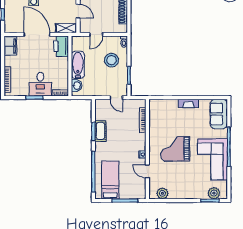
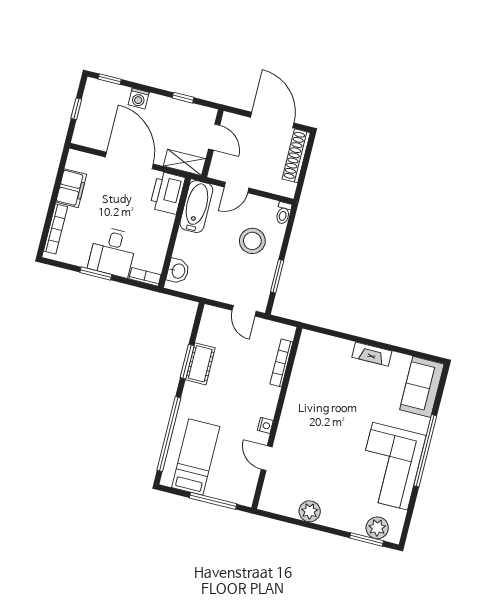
filing cabinet: (10, 46) -> (71, 188), moved
bathtub: (78, 65) -> (196, 207), moved
grand piano: (175, 149) -> (327, 430), removed
plant: (162, 193) -> (310, 511), moved

